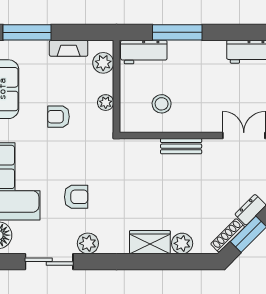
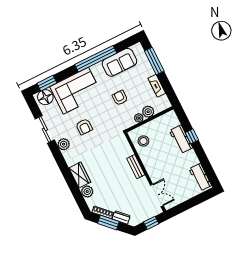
window: (177, 32) -> (192, 136), width x0.46
workbench: (144, 52) -> (181, 139), moved
plant: (103, 63) -> (148, 112), moved
stool: (162, 104) -> (143, 141), moved

